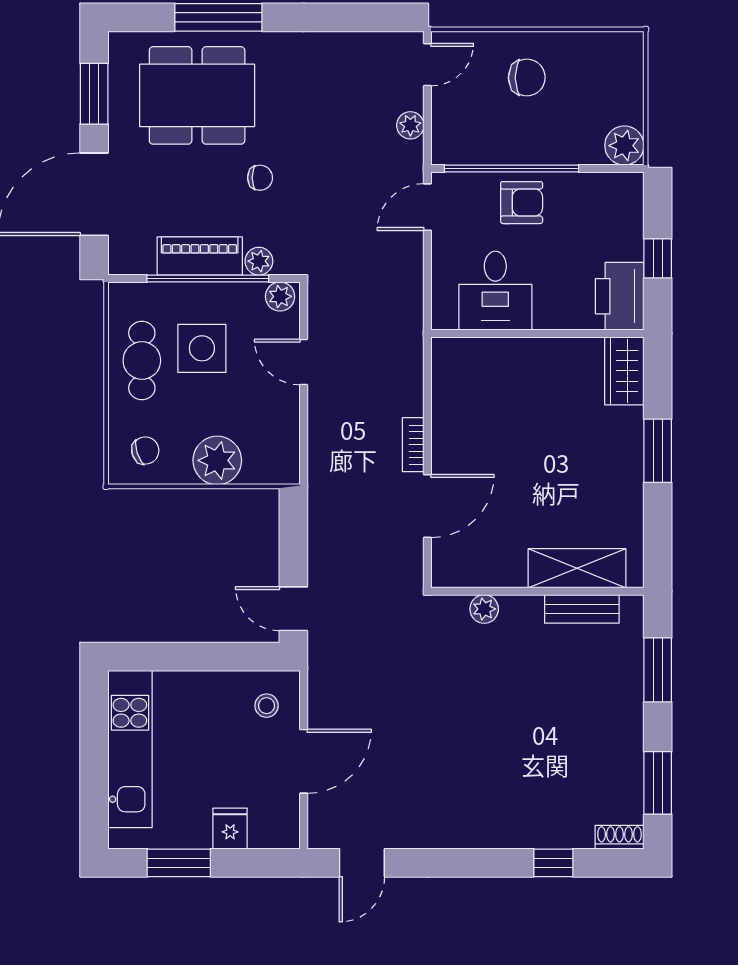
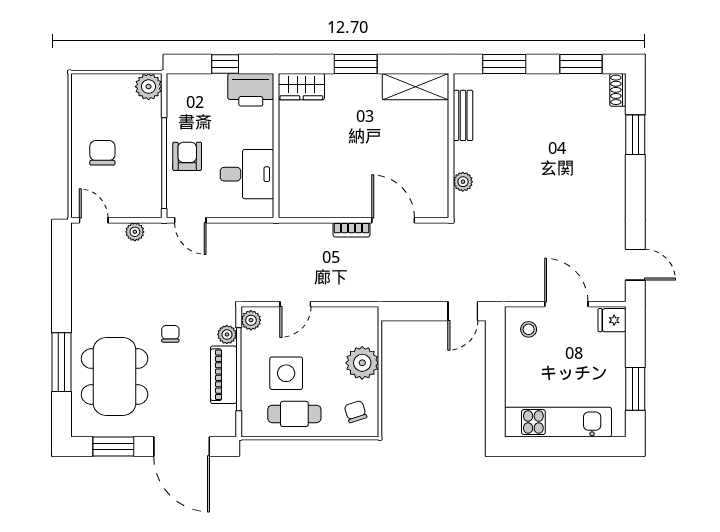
shelving: (577, 568) -> (415, 87), moved, turned 90
fridge: (230, 829) -> (612, 320), moved
window: (553, 863) -> (635, 135), width x1.50

